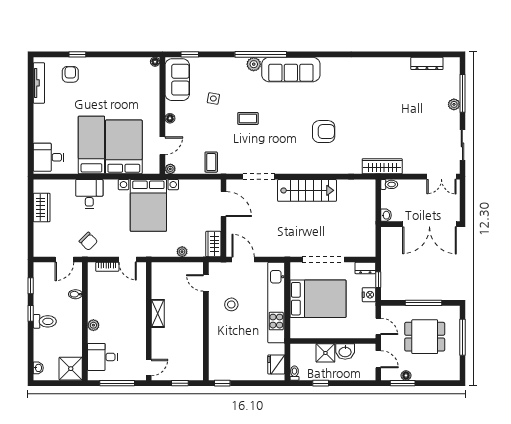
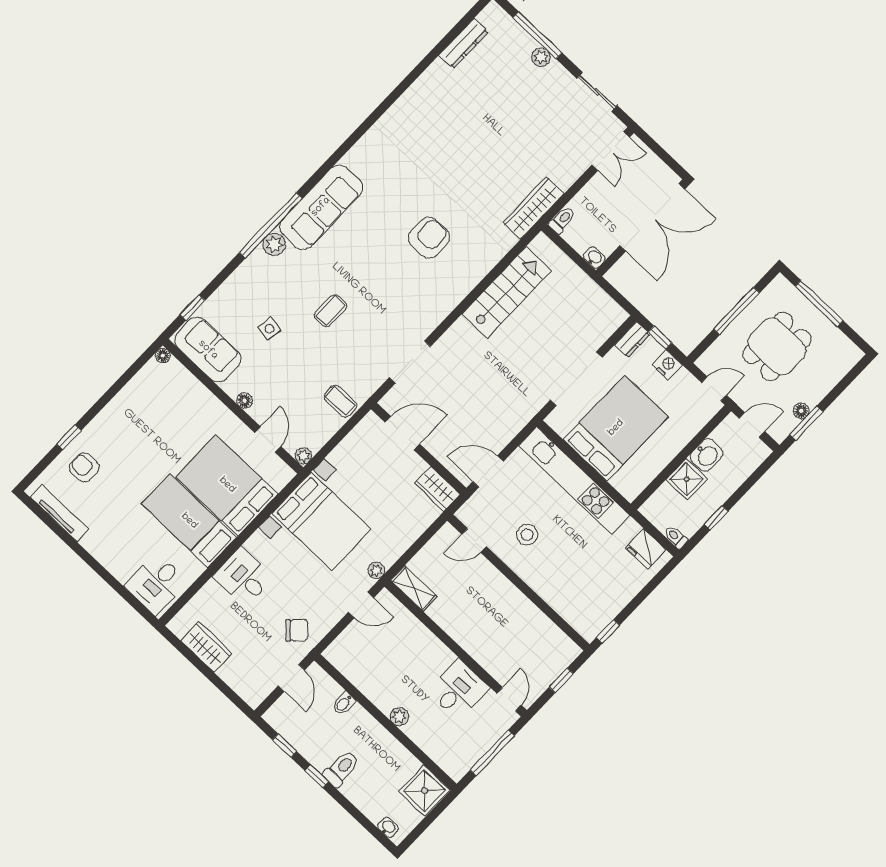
stairs: (307, 190) -> (506, 292), moved
plant: (182, 252) -> (376, 570), moved
bookcase: (107, 267) -> (347, 636), removed
shelving: (158, 313) -> (414, 588), moved
desk: (102, 357) -> (458, 689), moved, turned 180

